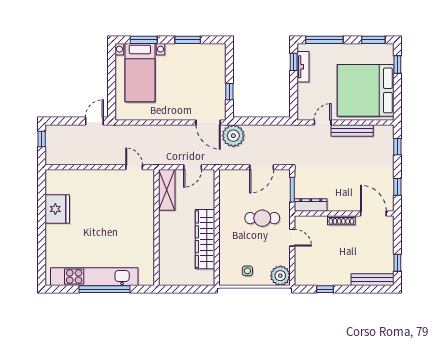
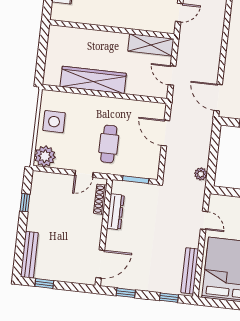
door: (208, 122) -> (218, 98), hinge flipped
bench: (352, 130) -> (190, 271), moved
plant: (233, 136) -> (201, 174), moved, width x0.53, depth x0.53
door: (262, 167) -> (165, 133), moved
dresser: (311, 205) -> (115, 212), moved
shoe rack: (341, 220) -> (100, 199), moved
side table: (247, 271) -> (54, 122), width x1.87, depth x1.87

